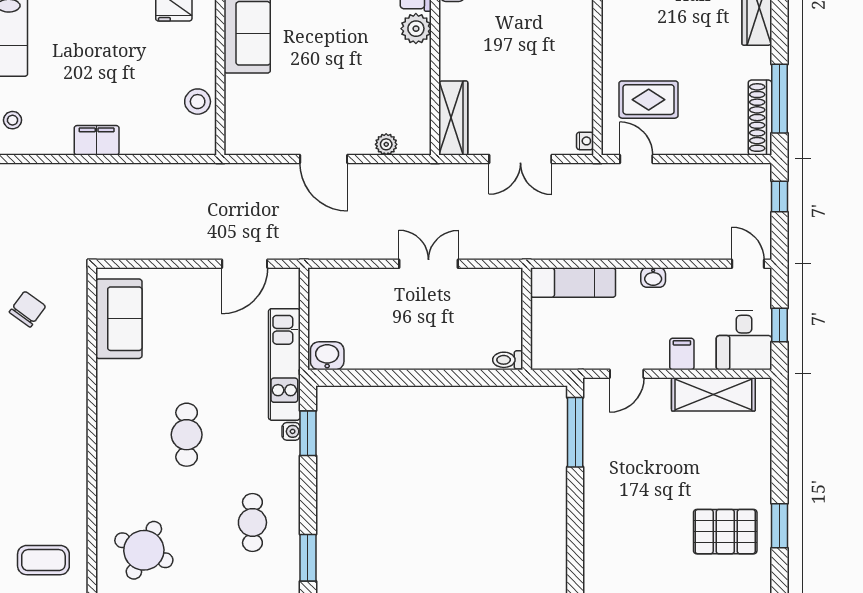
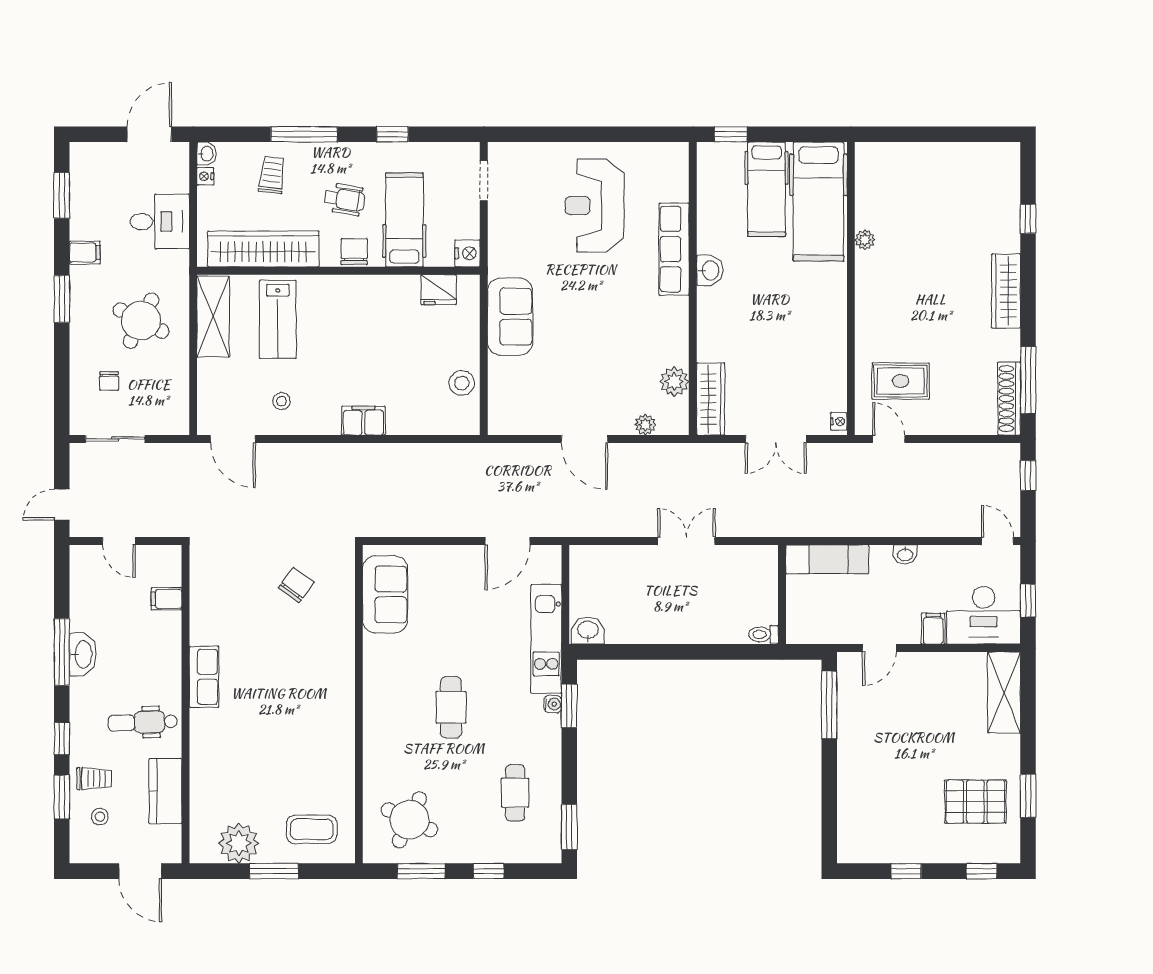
plant: (416, 29) -> (674, 382), moved
desk: (744, 340) -> (984, 615), width x1.37
shelving: (713, 394) -> (1004, 692), moved, turned 90

